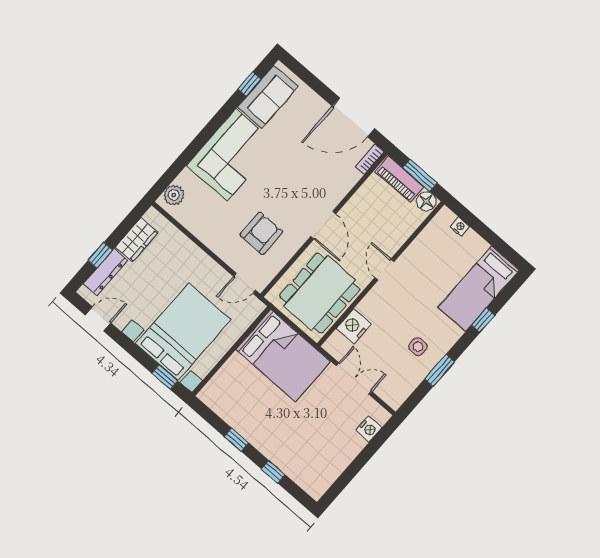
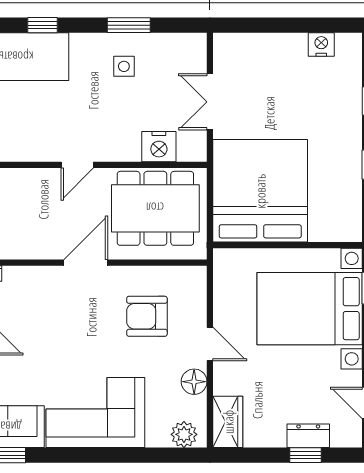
floor lamp: (199, 228) -> (194, 382), added
wardrobe: (137, 240) -> (228, 422), moved, turned 90
dresser: (105, 272) -> (308, 436), width x0.70
door: (245, 283) -> (210, 344), moved
bed: (283, 355) -> (260, 191), width x1.36
nightstand: (369, 429) -> (321, 45), moved

